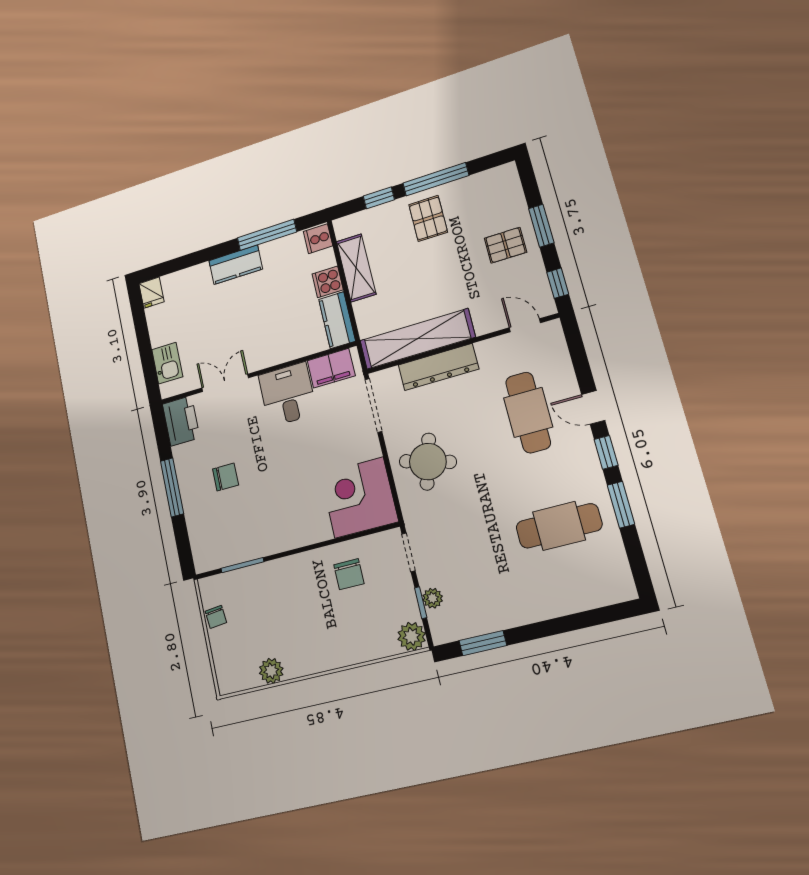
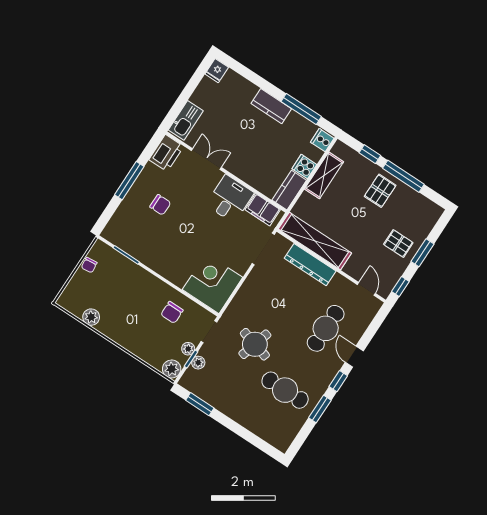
kitchen sink: (167, 363) -> (186, 120), width x1.38
round table: (428, 462) -> (255, 344), moved
plant: (406, 595) -> (188, 349), added

